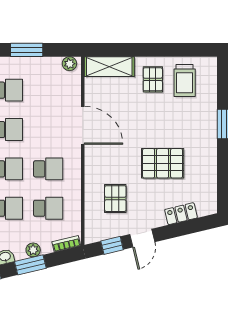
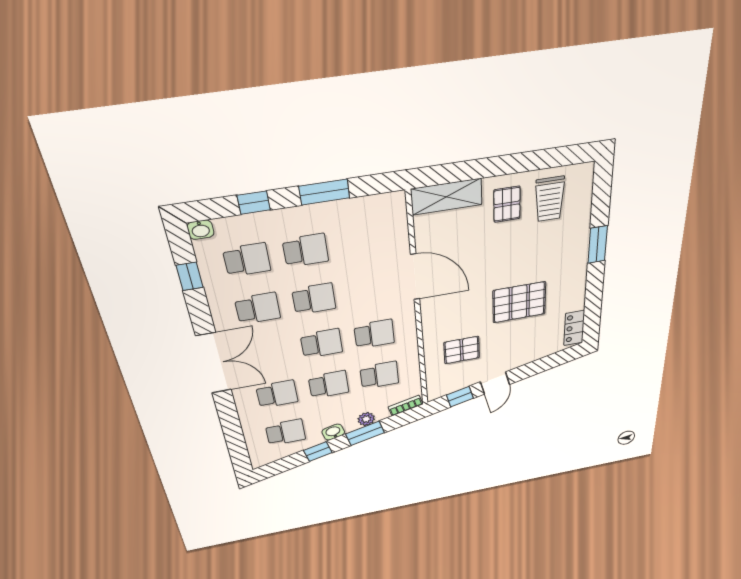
plant: (69, 64) -> (390, 202), removed
pallet: (115, 199) -> (462, 350), turned 90
locker: (181, 214) -> (574, 328), moved, turned -77

